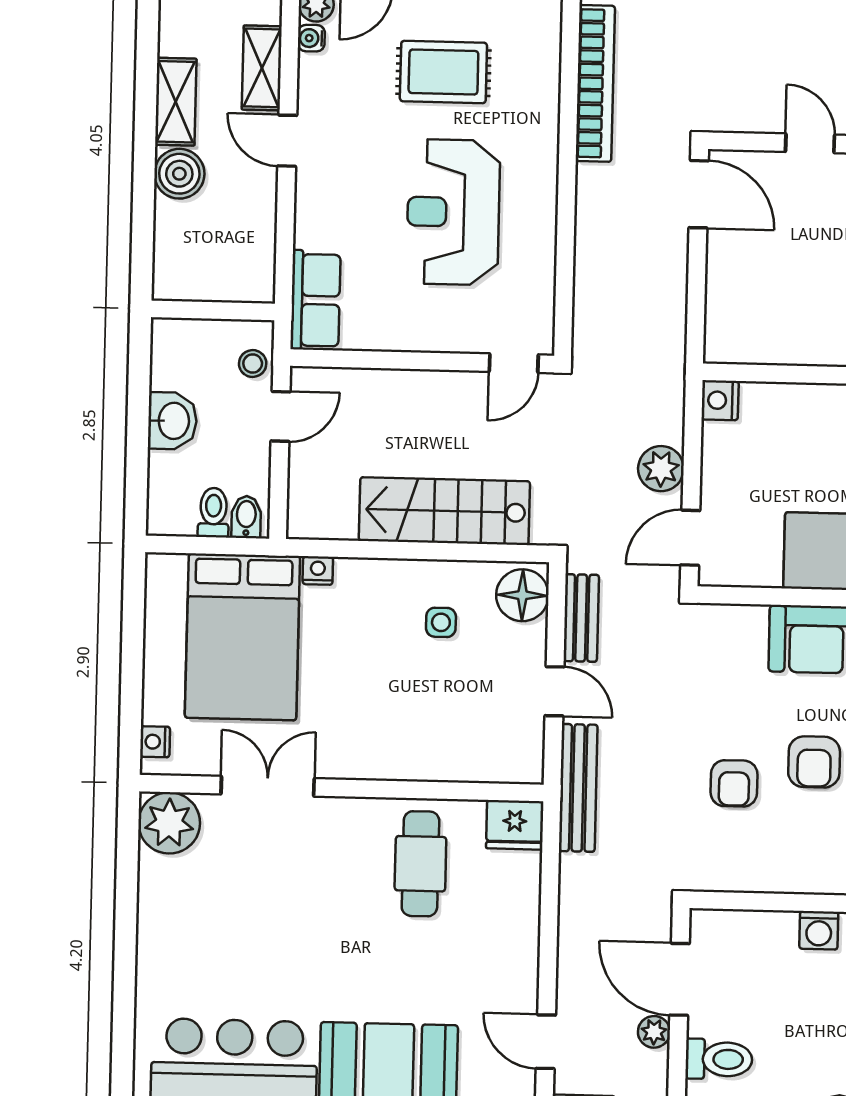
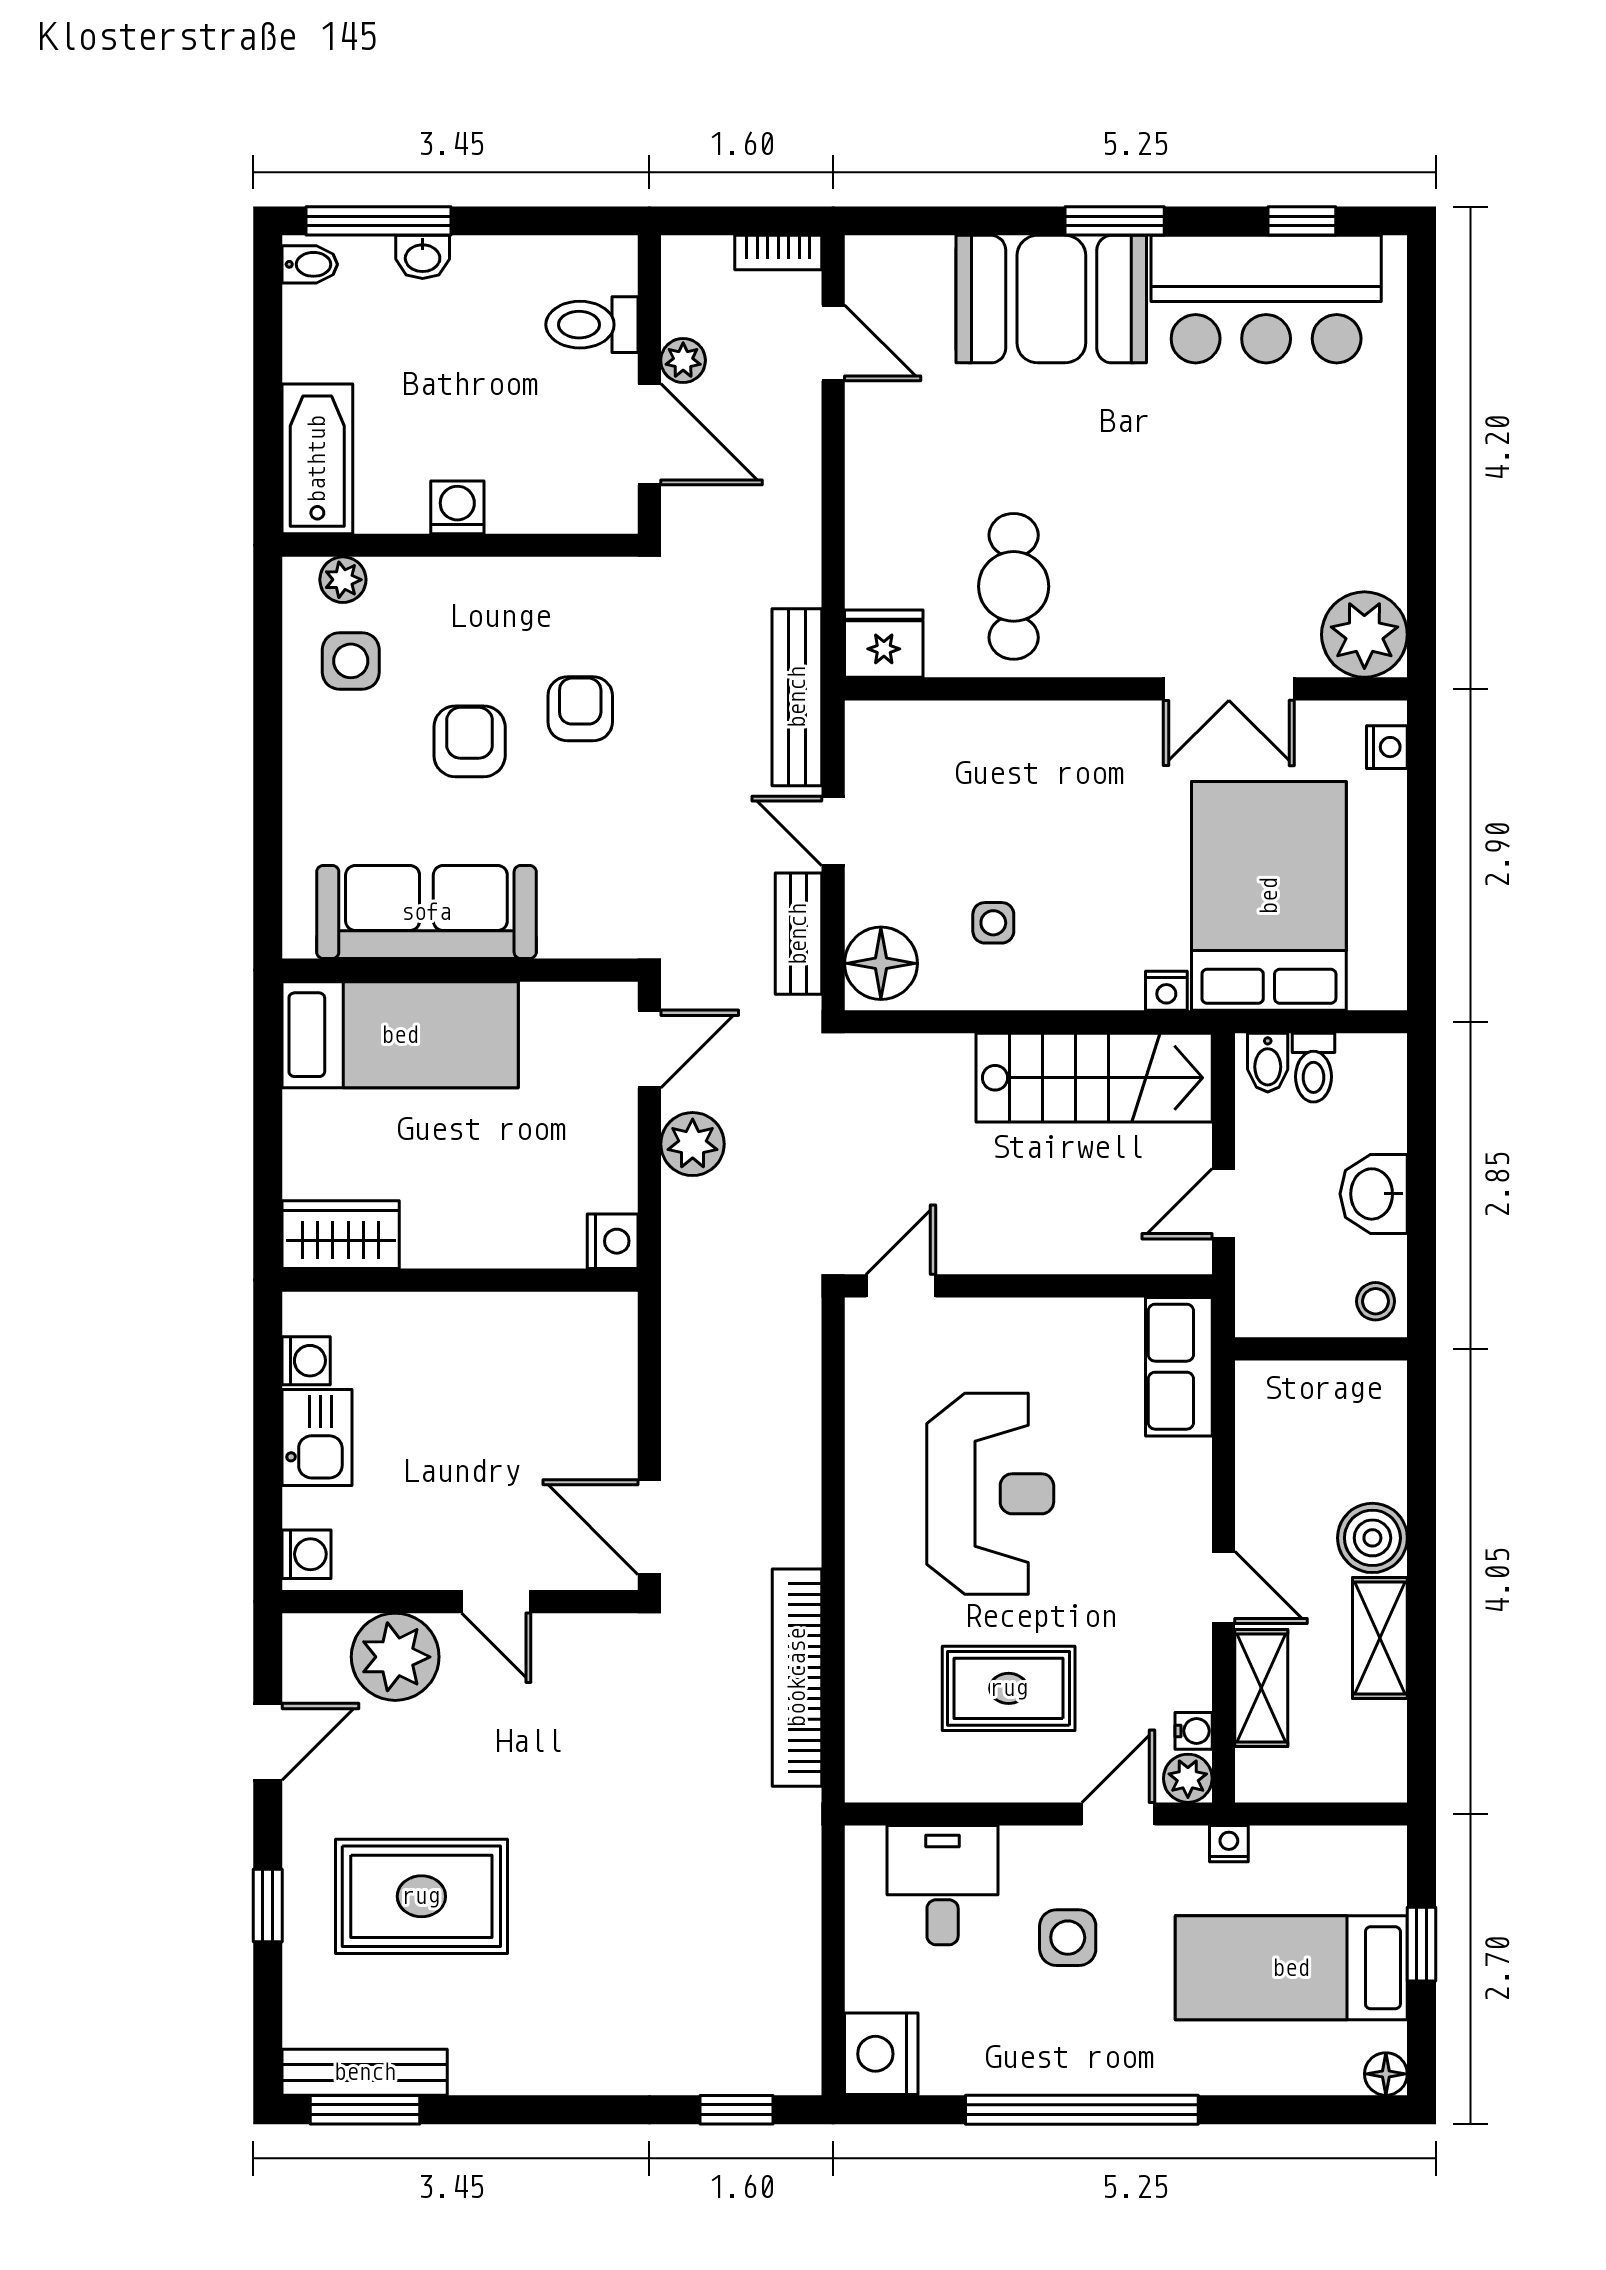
stool: (253, 364) -> (1376, 1301), moved
stairs: (444, 511) -> (1094, 1078), moved

